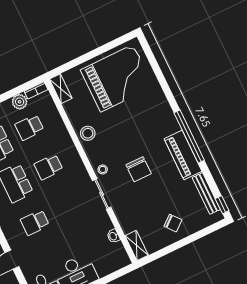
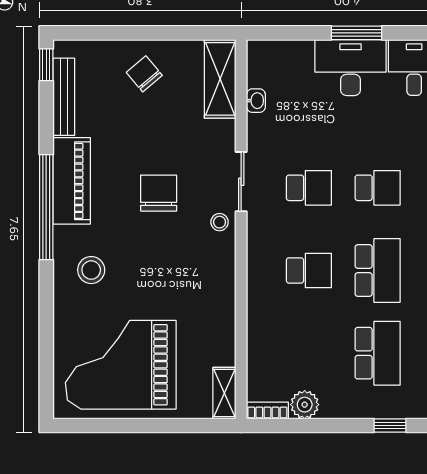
school desk: (29, 127) -> (309, 188), moved
stool: (88, 133) -> (91, 270), moved
shelving: (137, 245) -> (220, 79), width x1.50, depth x1.33

